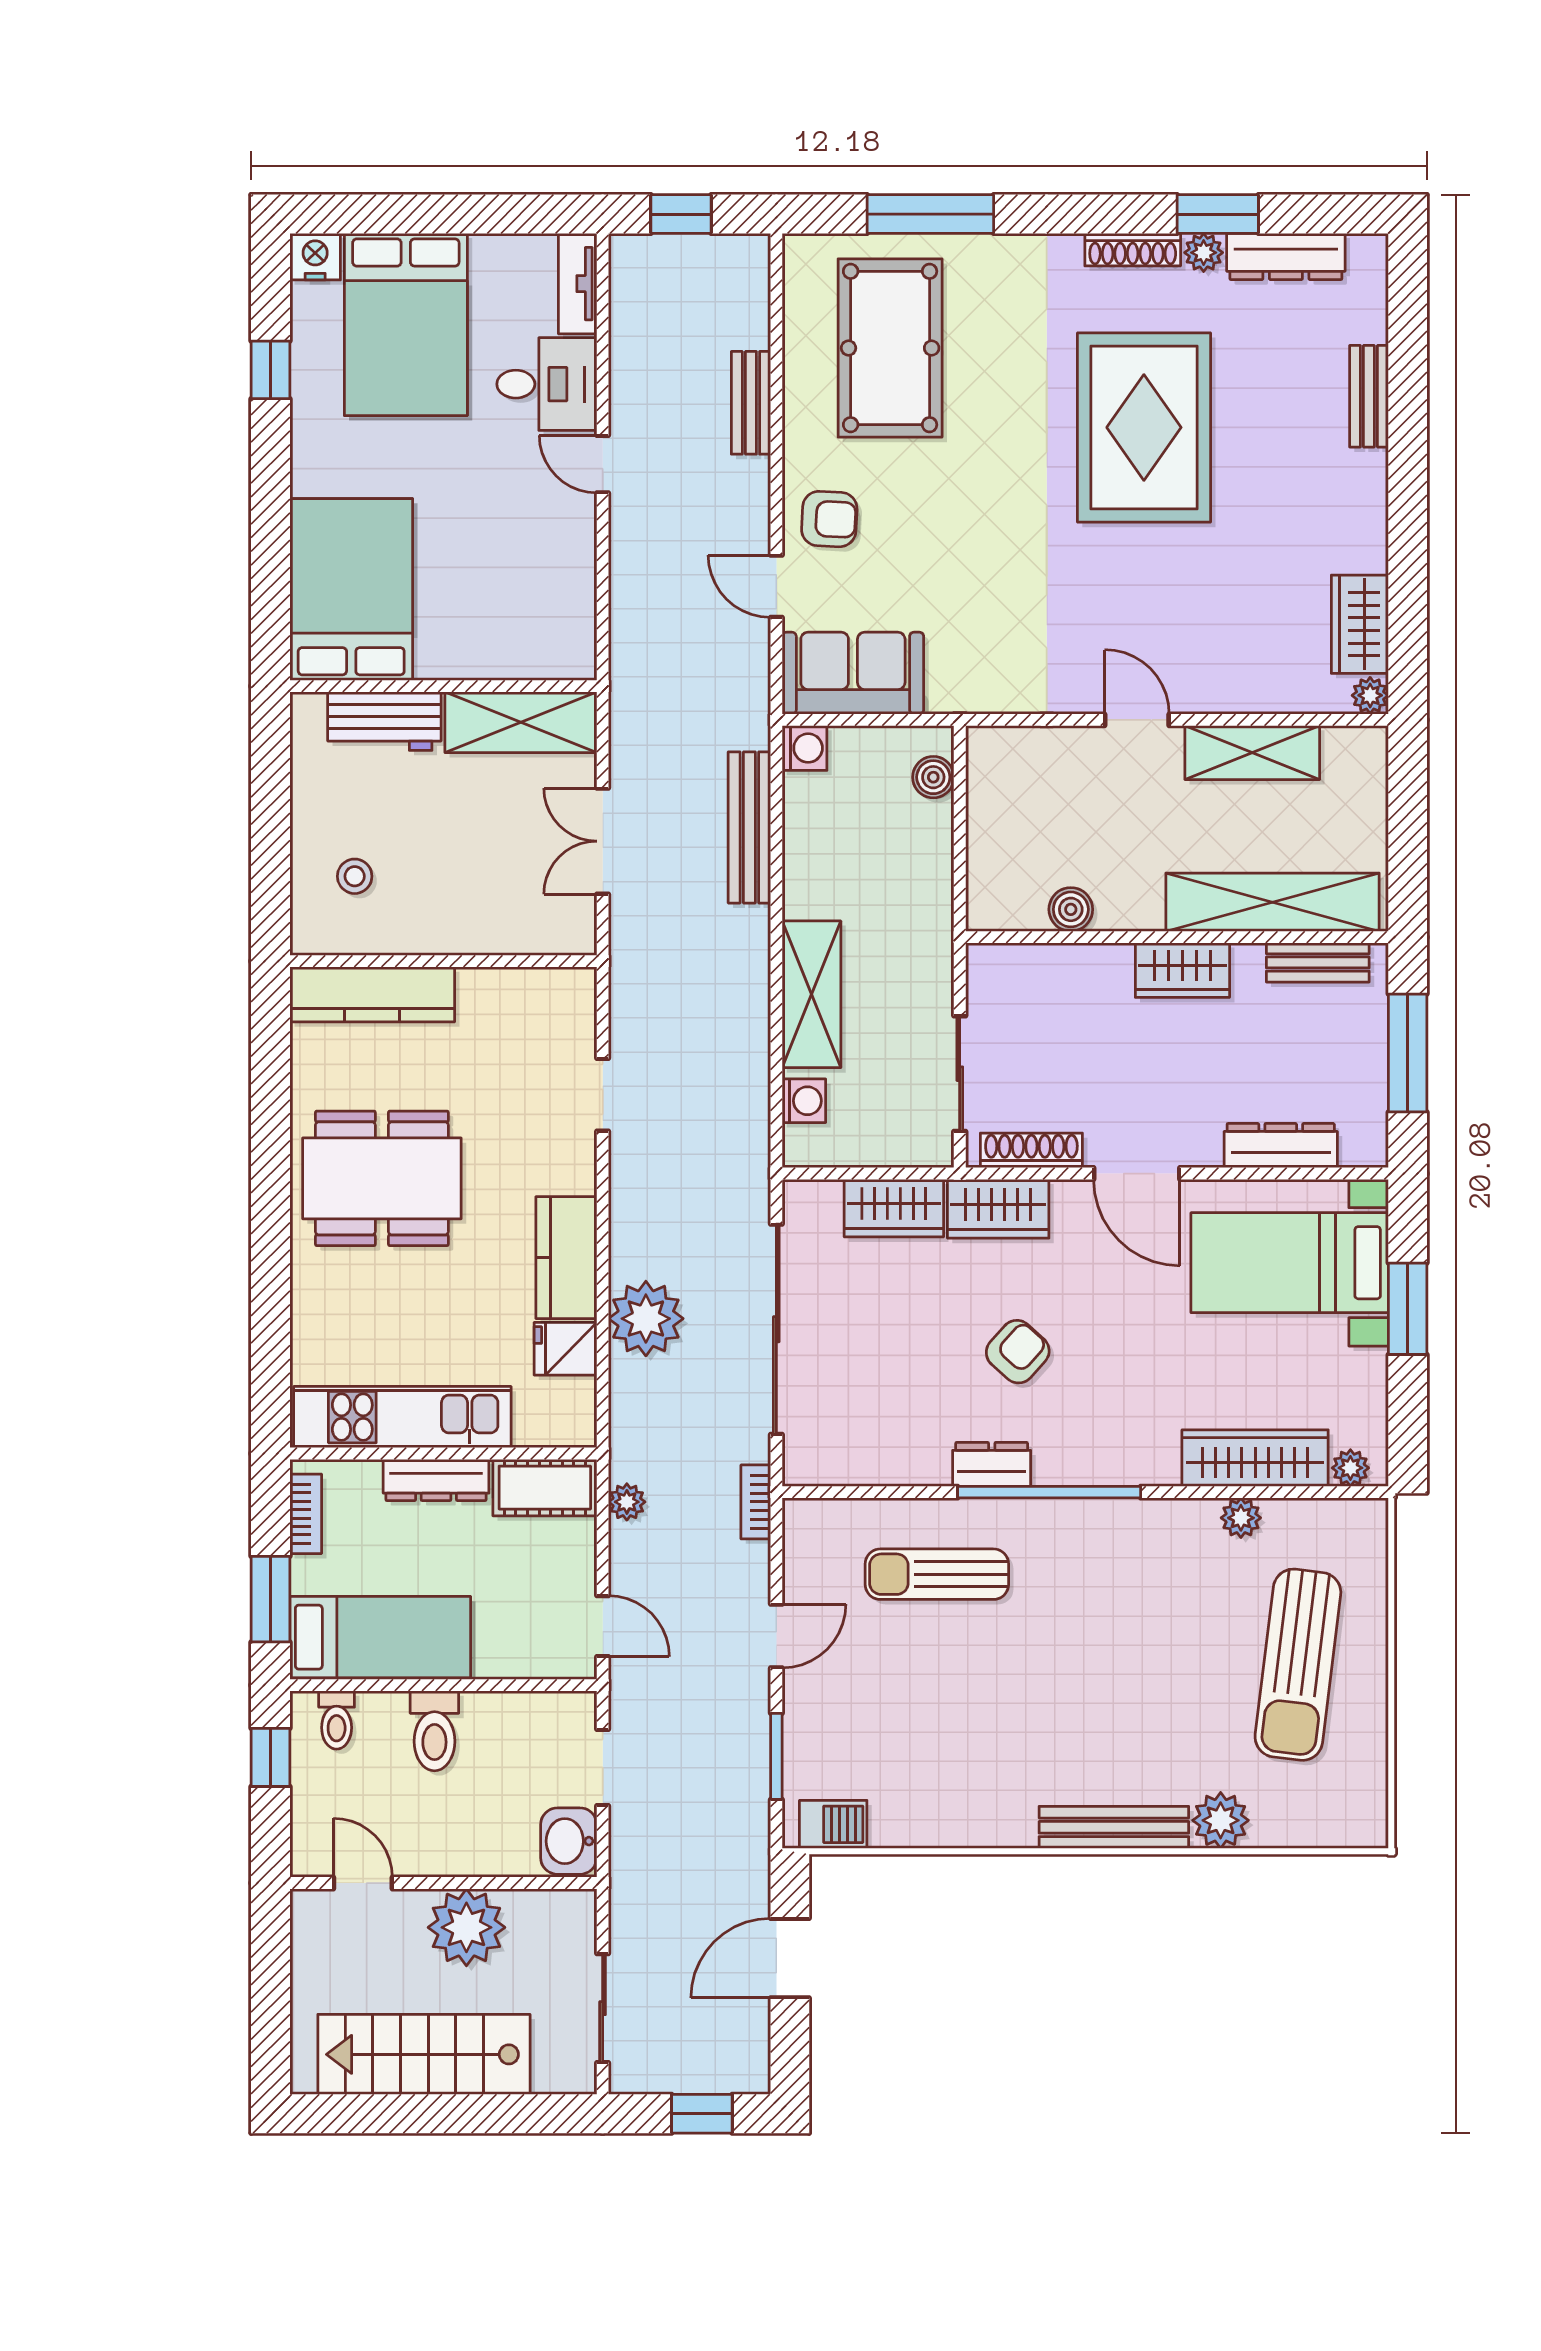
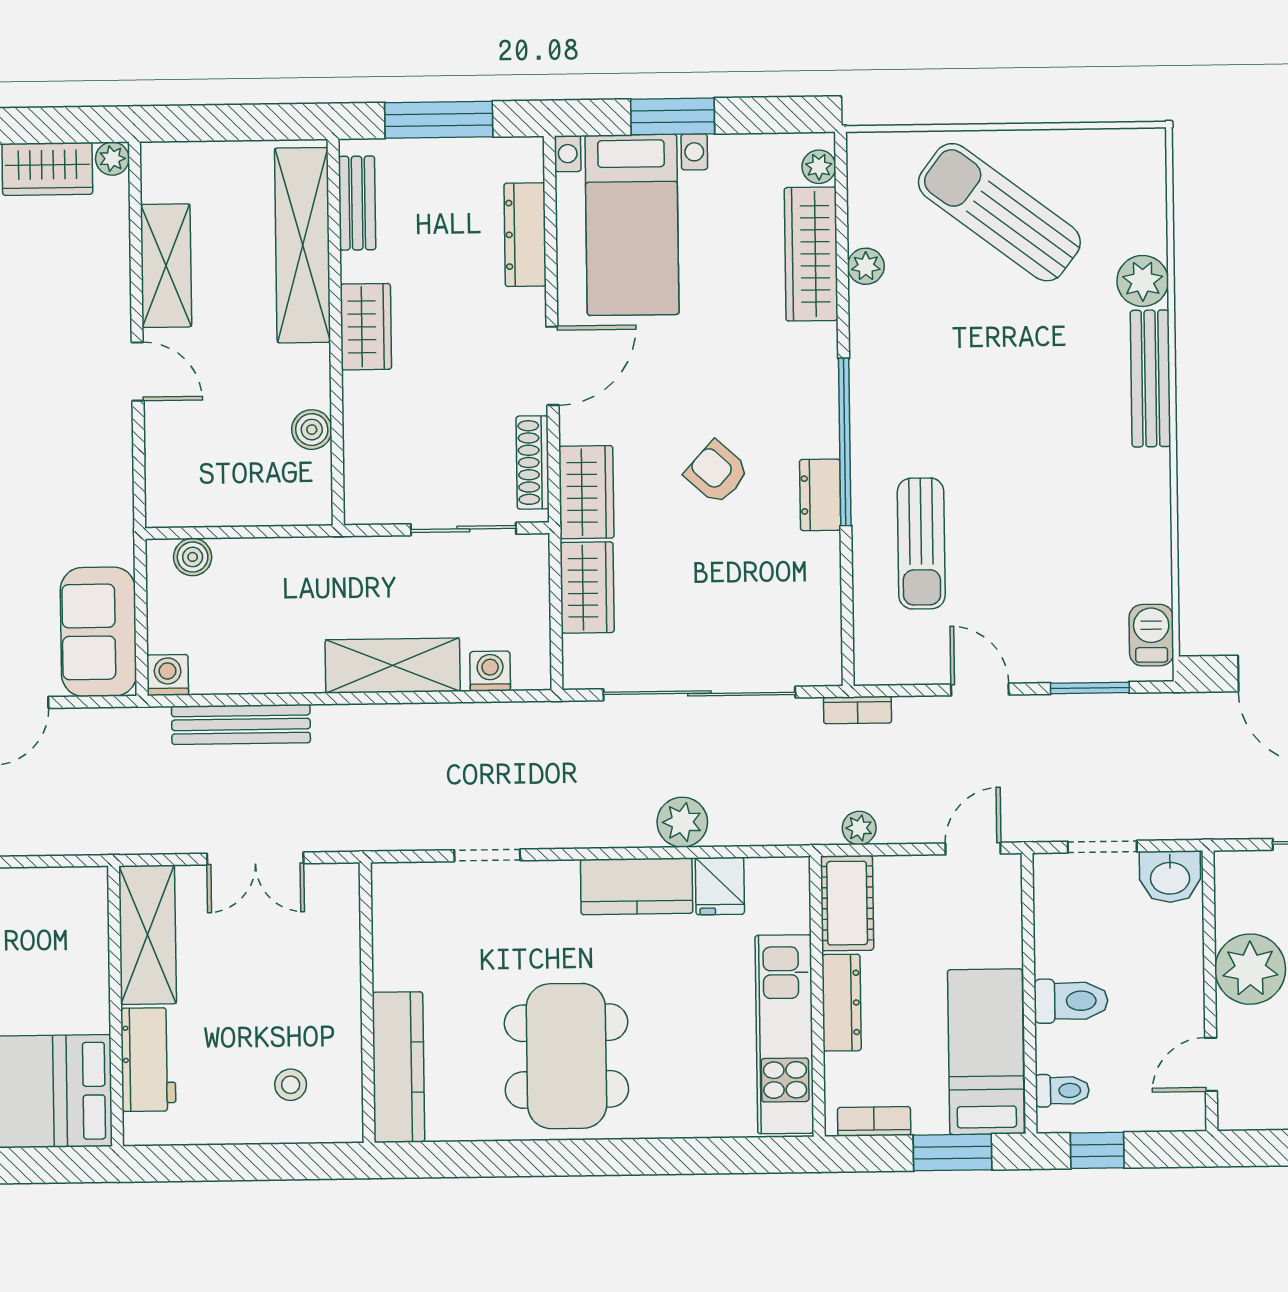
door: (1137, 720) -> (138, 372), swing flipped
plant: (646, 1319) -> (682, 822), width x0.73, depth x0.73
sun lounger: (1298, 1665) -> (999, 212), turned -150

